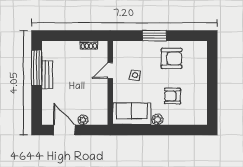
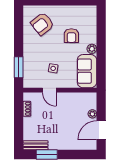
window: (154, 36) -> (19, 67), moved
armchair: (171, 58) -> (42, 24), moved, turned -128
window: (37, 68) -> (47, 155), width x0.69
bench: (47, 75) -> (36, 145), moved

